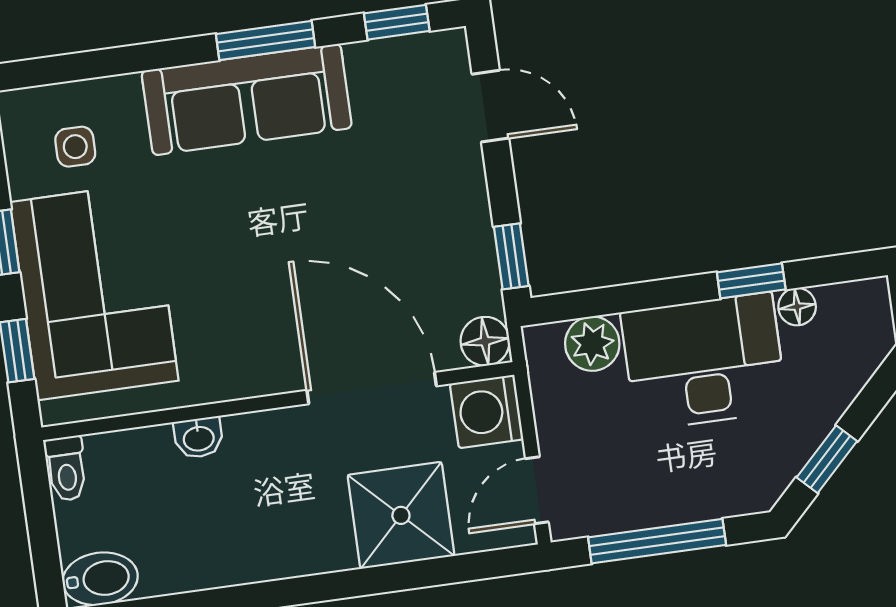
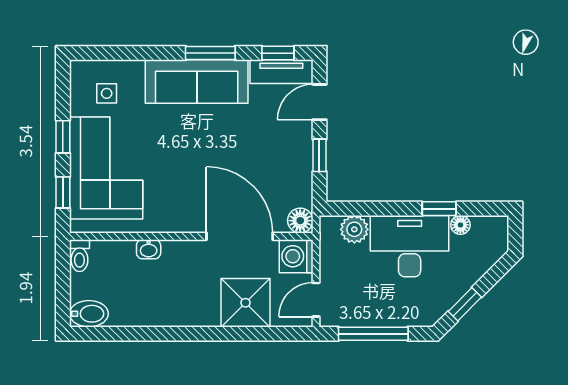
tv unit: (409, 57) -> (281, 72), added
door: (490, 106) -> (319, 102), swing flipped
window: (511, 256) -> (319, 155), moved

